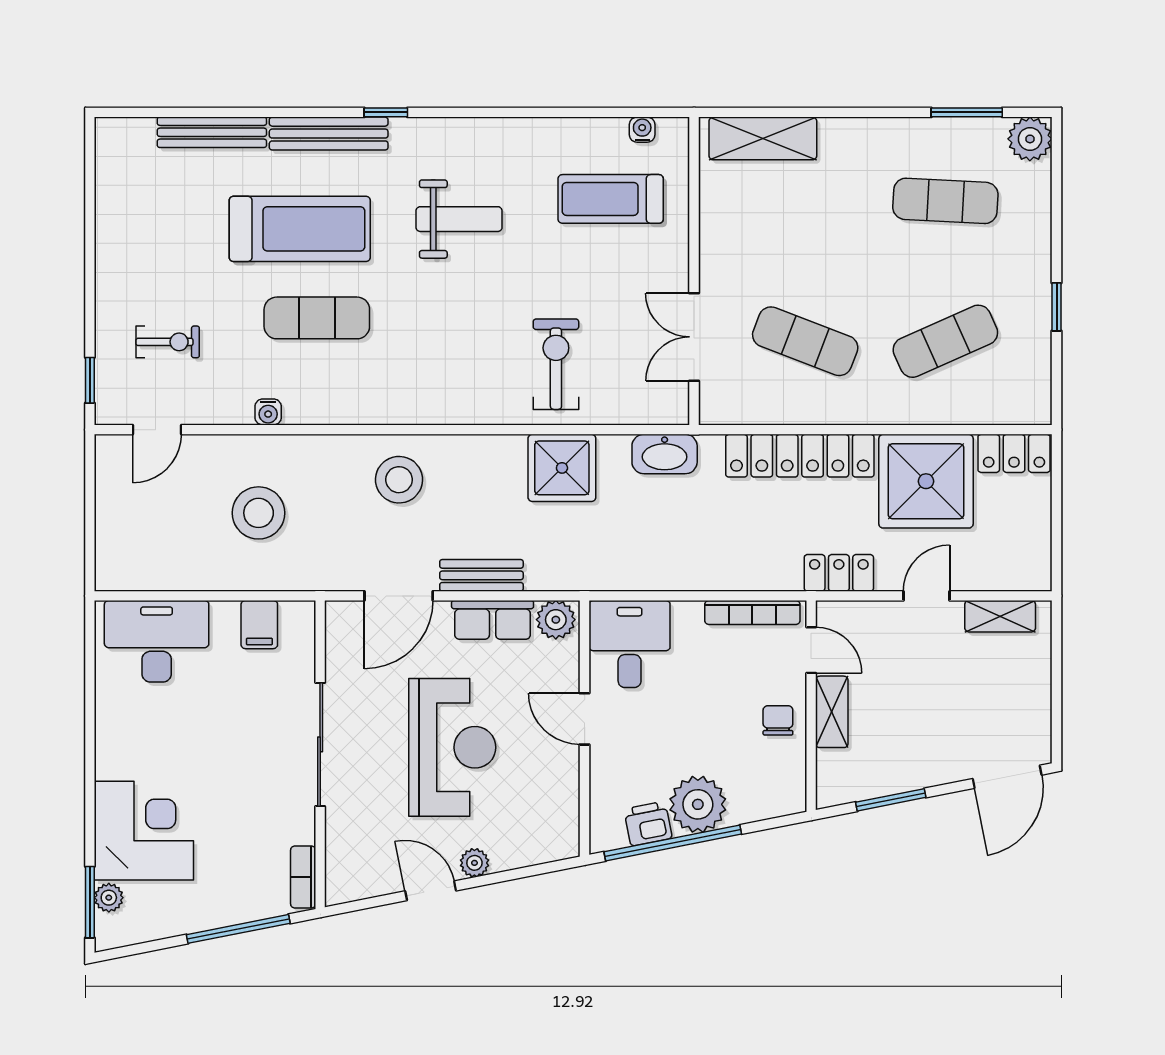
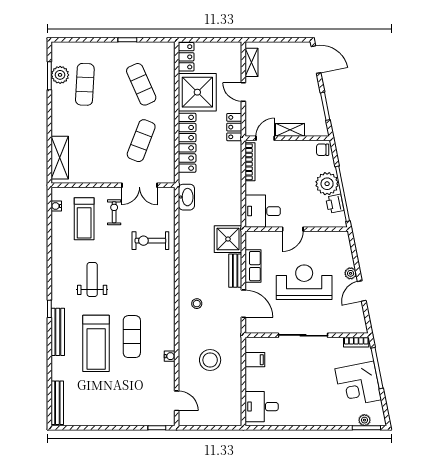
bench: (212, 132) -> (57, 403), moved
plant: (1030, 139) -> (60, 75), moved
treadmill: (300, 229) -> (96, 343), turned 180
exercise bike: (168, 342) -> (114, 212), moved
shower: (562, 468) -> (228, 239), moved
stool: (399, 480) -> (197, 304), width x0.53, depth x0.53
plant: (556, 620) -> (253, 241), removed
desk: (157, 641) -> (262, 407), width x0.73
chair: (778, 720) -> (323, 150), moved
corner desk: (144, 831) -> (358, 384), moved, turned -101

